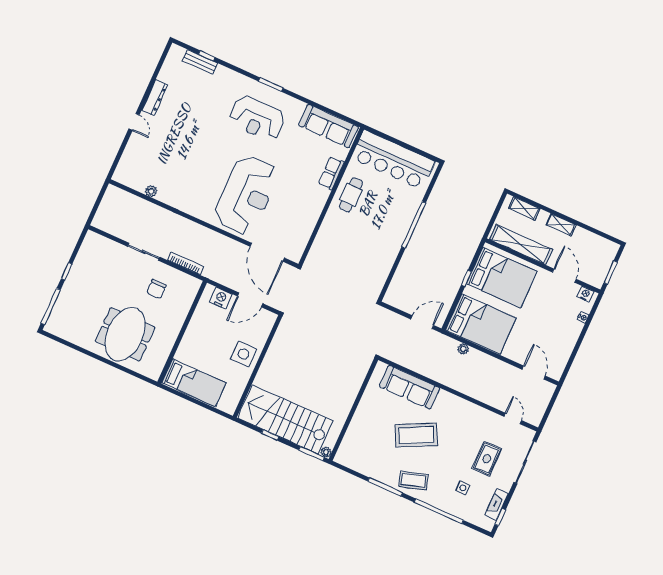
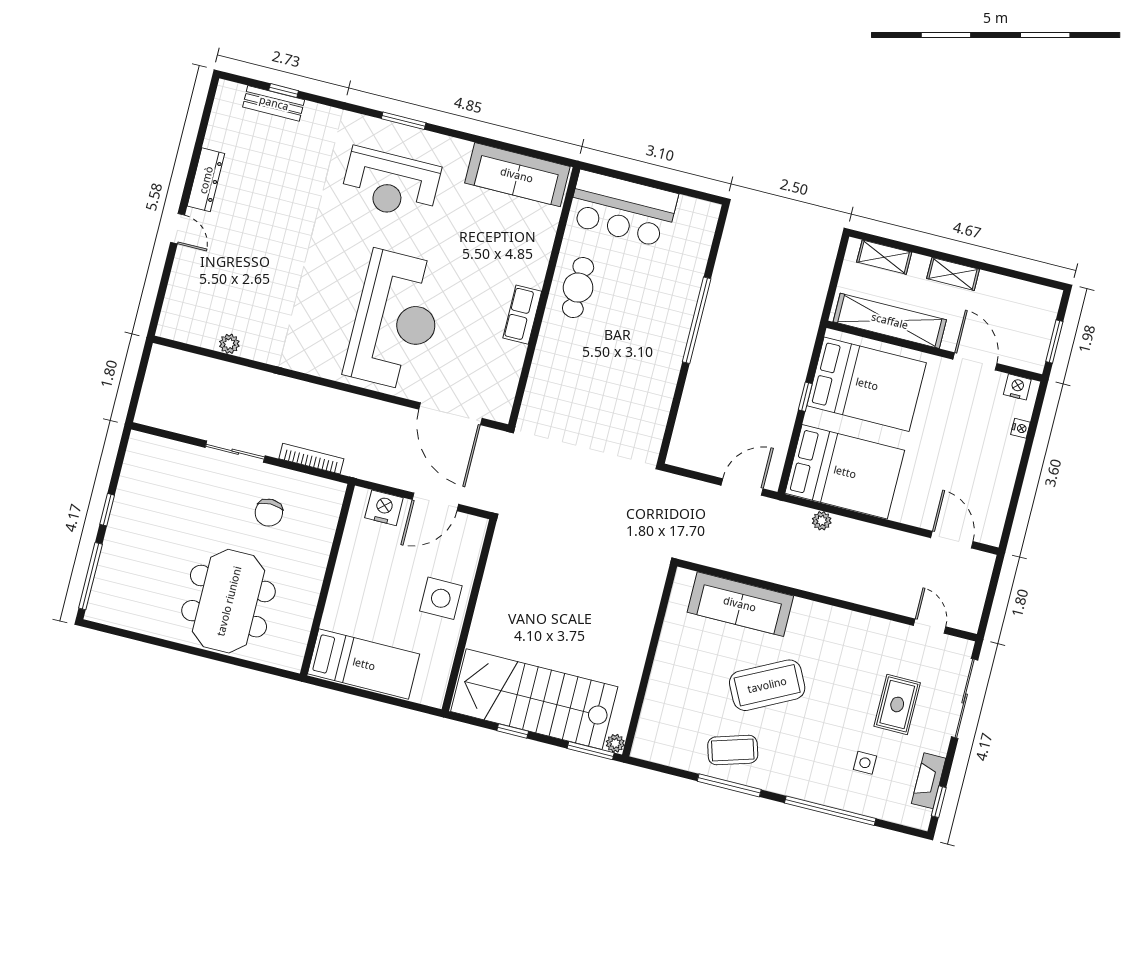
bar counter: (393, 160) -> (623, 209), width x0.73
row of seats: (331, 173) -> (522, 315), moved
coffee table: (413, 480) -> (733, 750), moved

